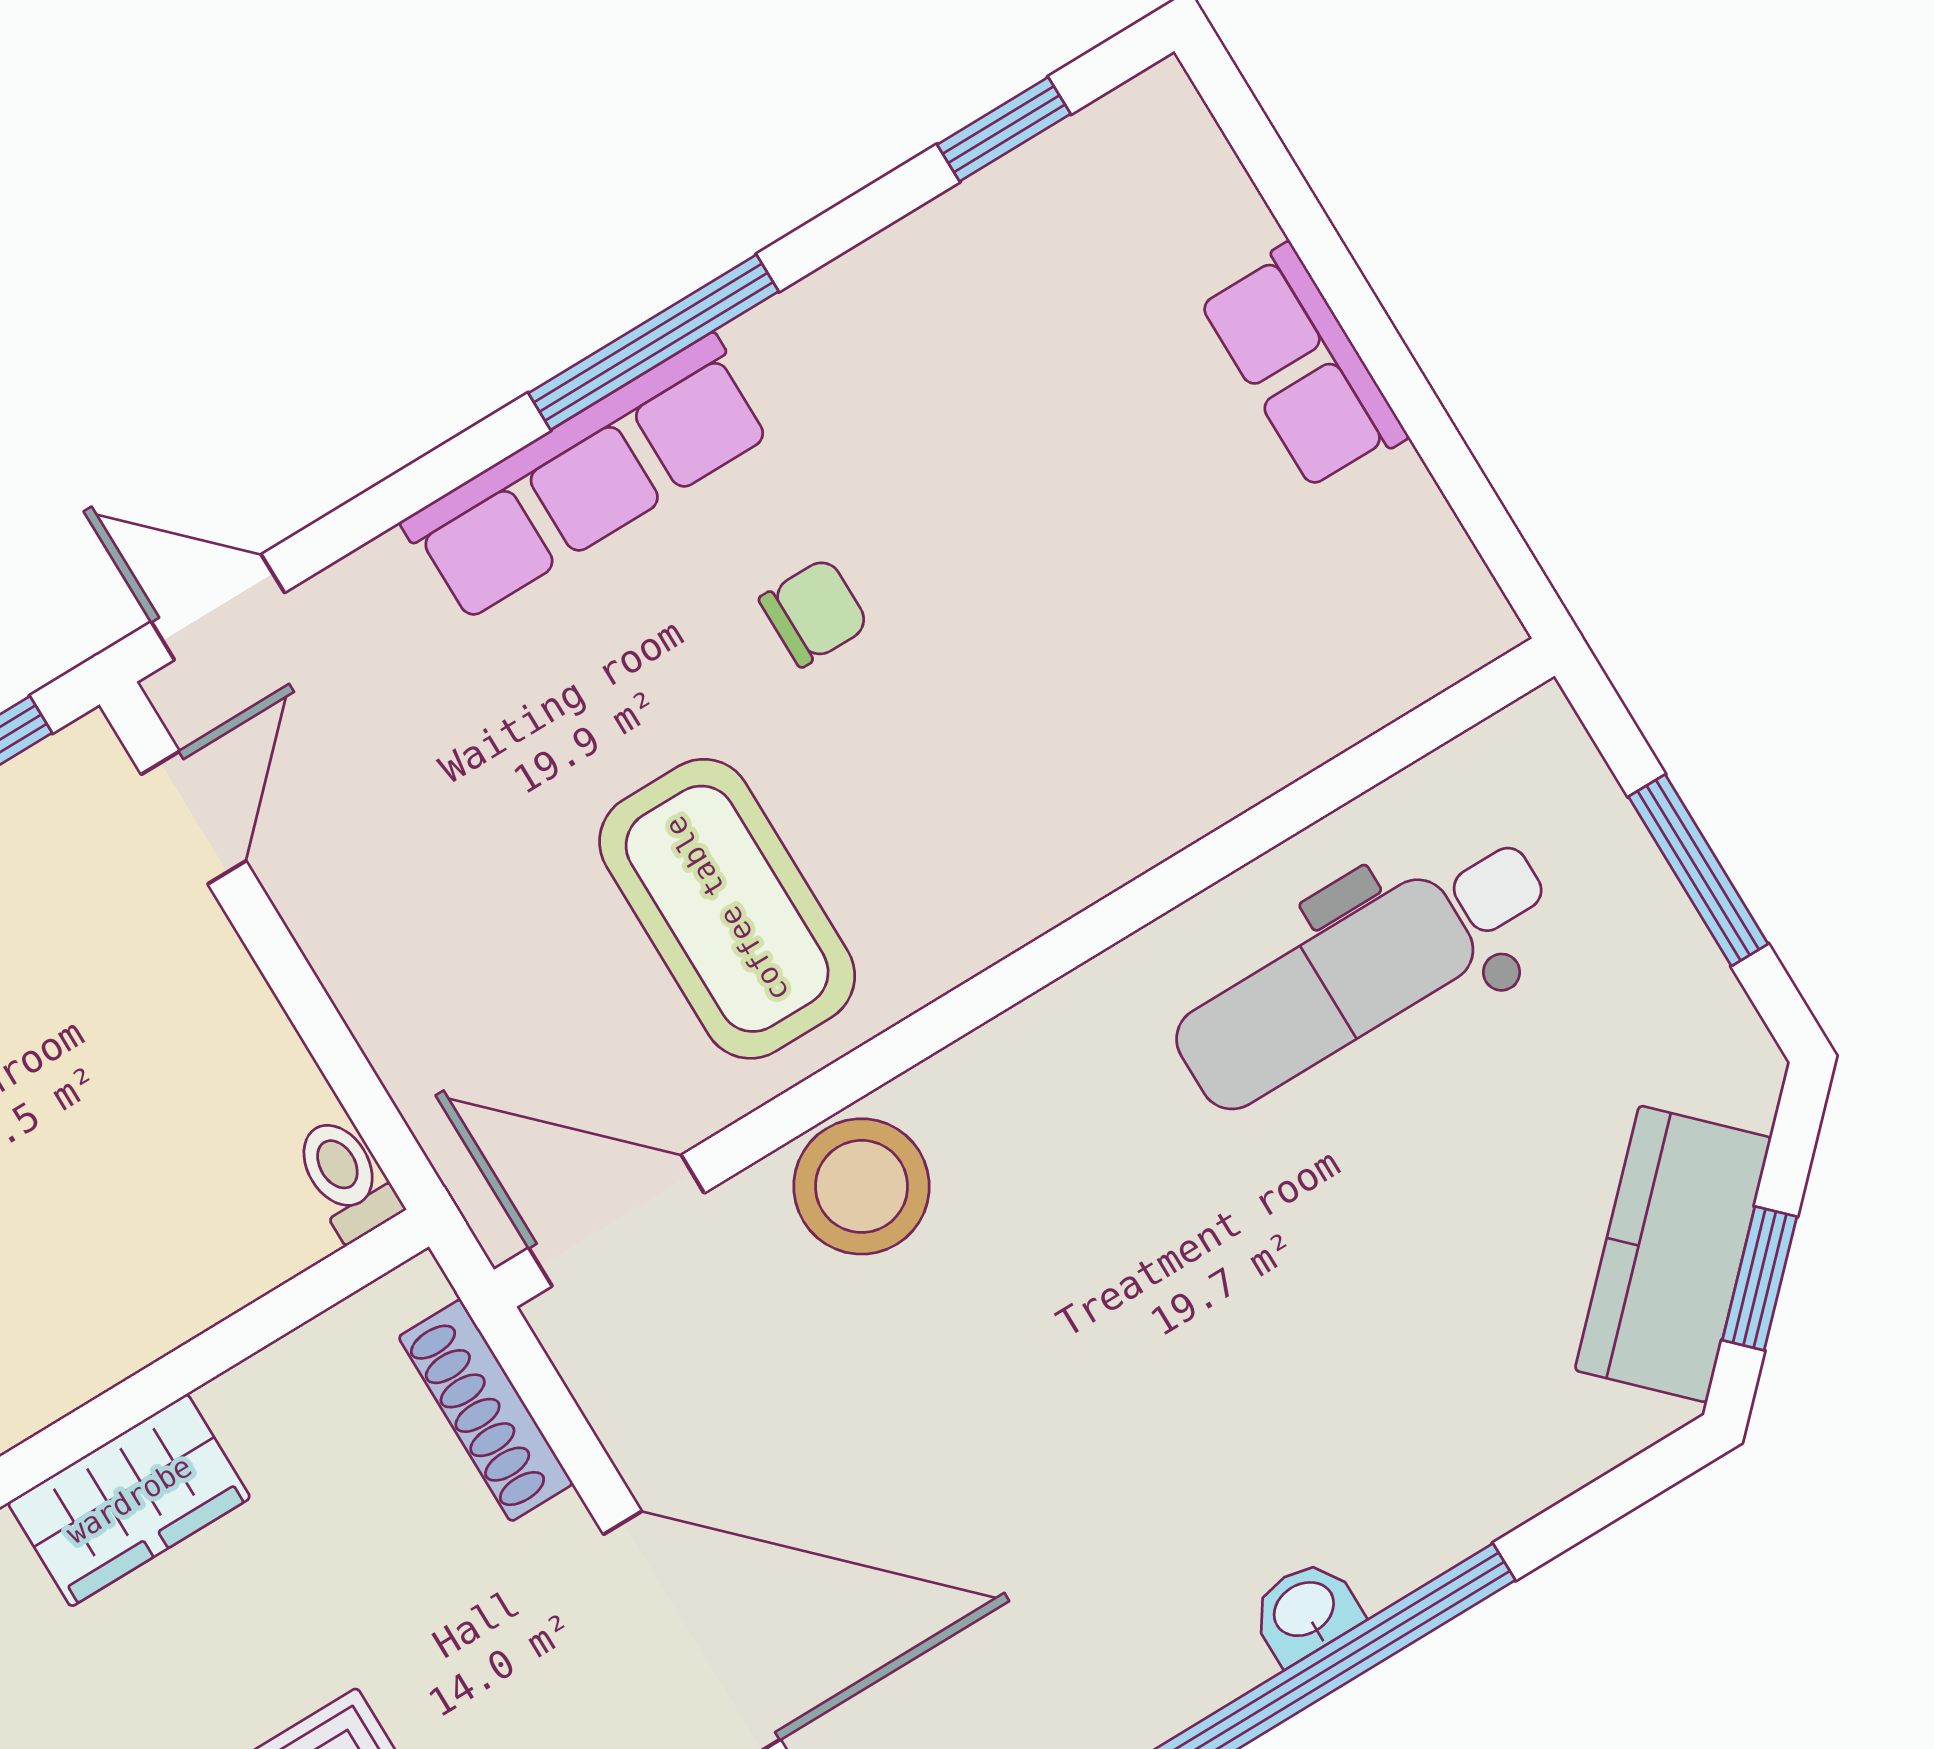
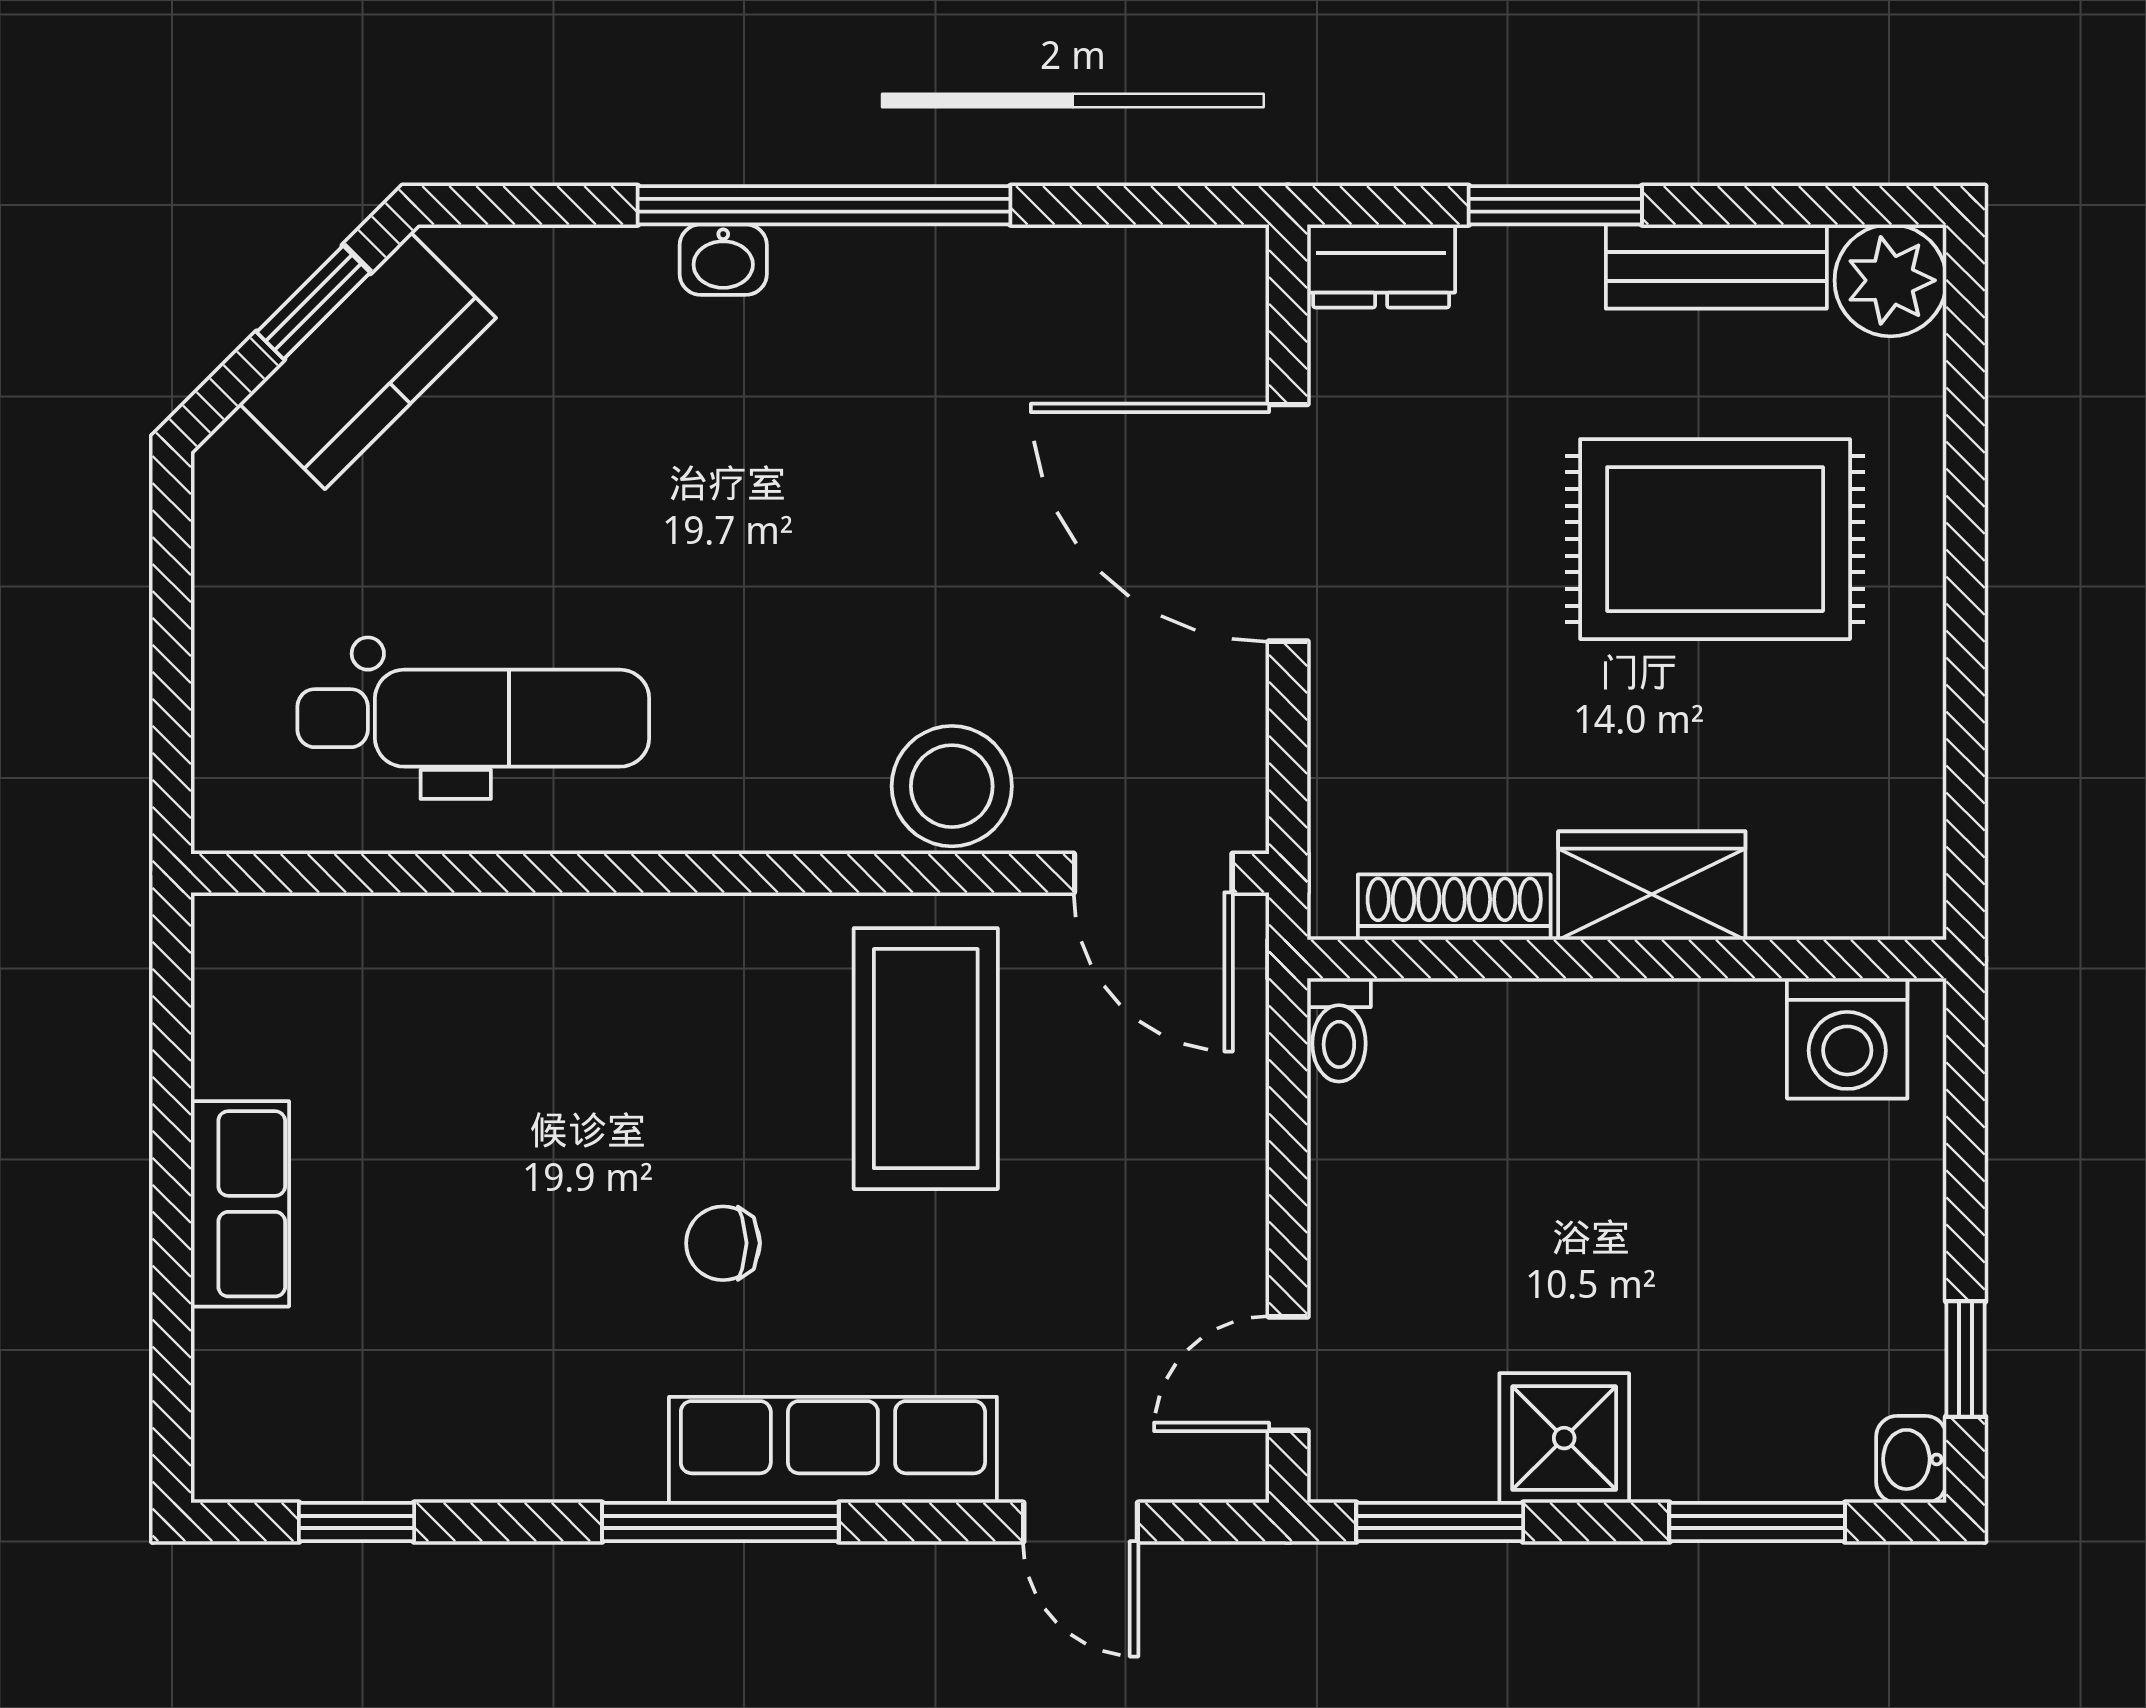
door: (218, 607) -> (1081, 1522), moved
window: (1698, 870) -> (172, 640), removed
shoe rack: (486, 1410) -> (1454, 907), moved, turned -90
washbasin: (1305, 1611) -> (723, 260), moved

